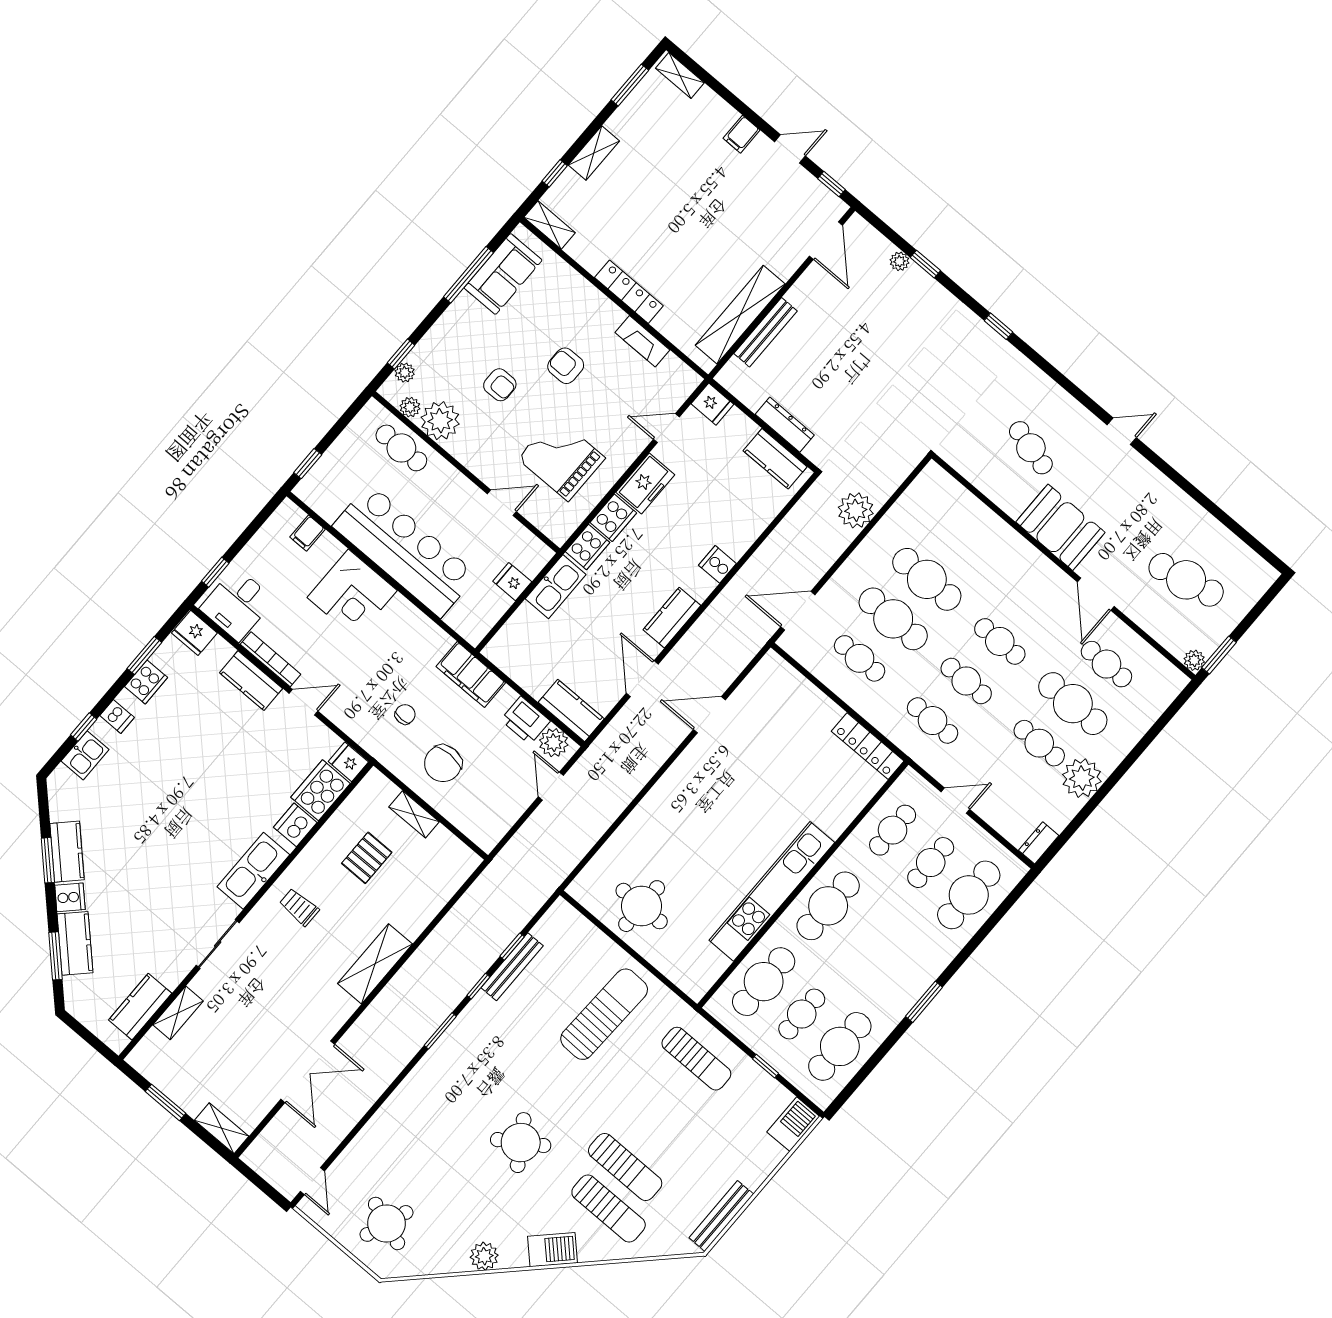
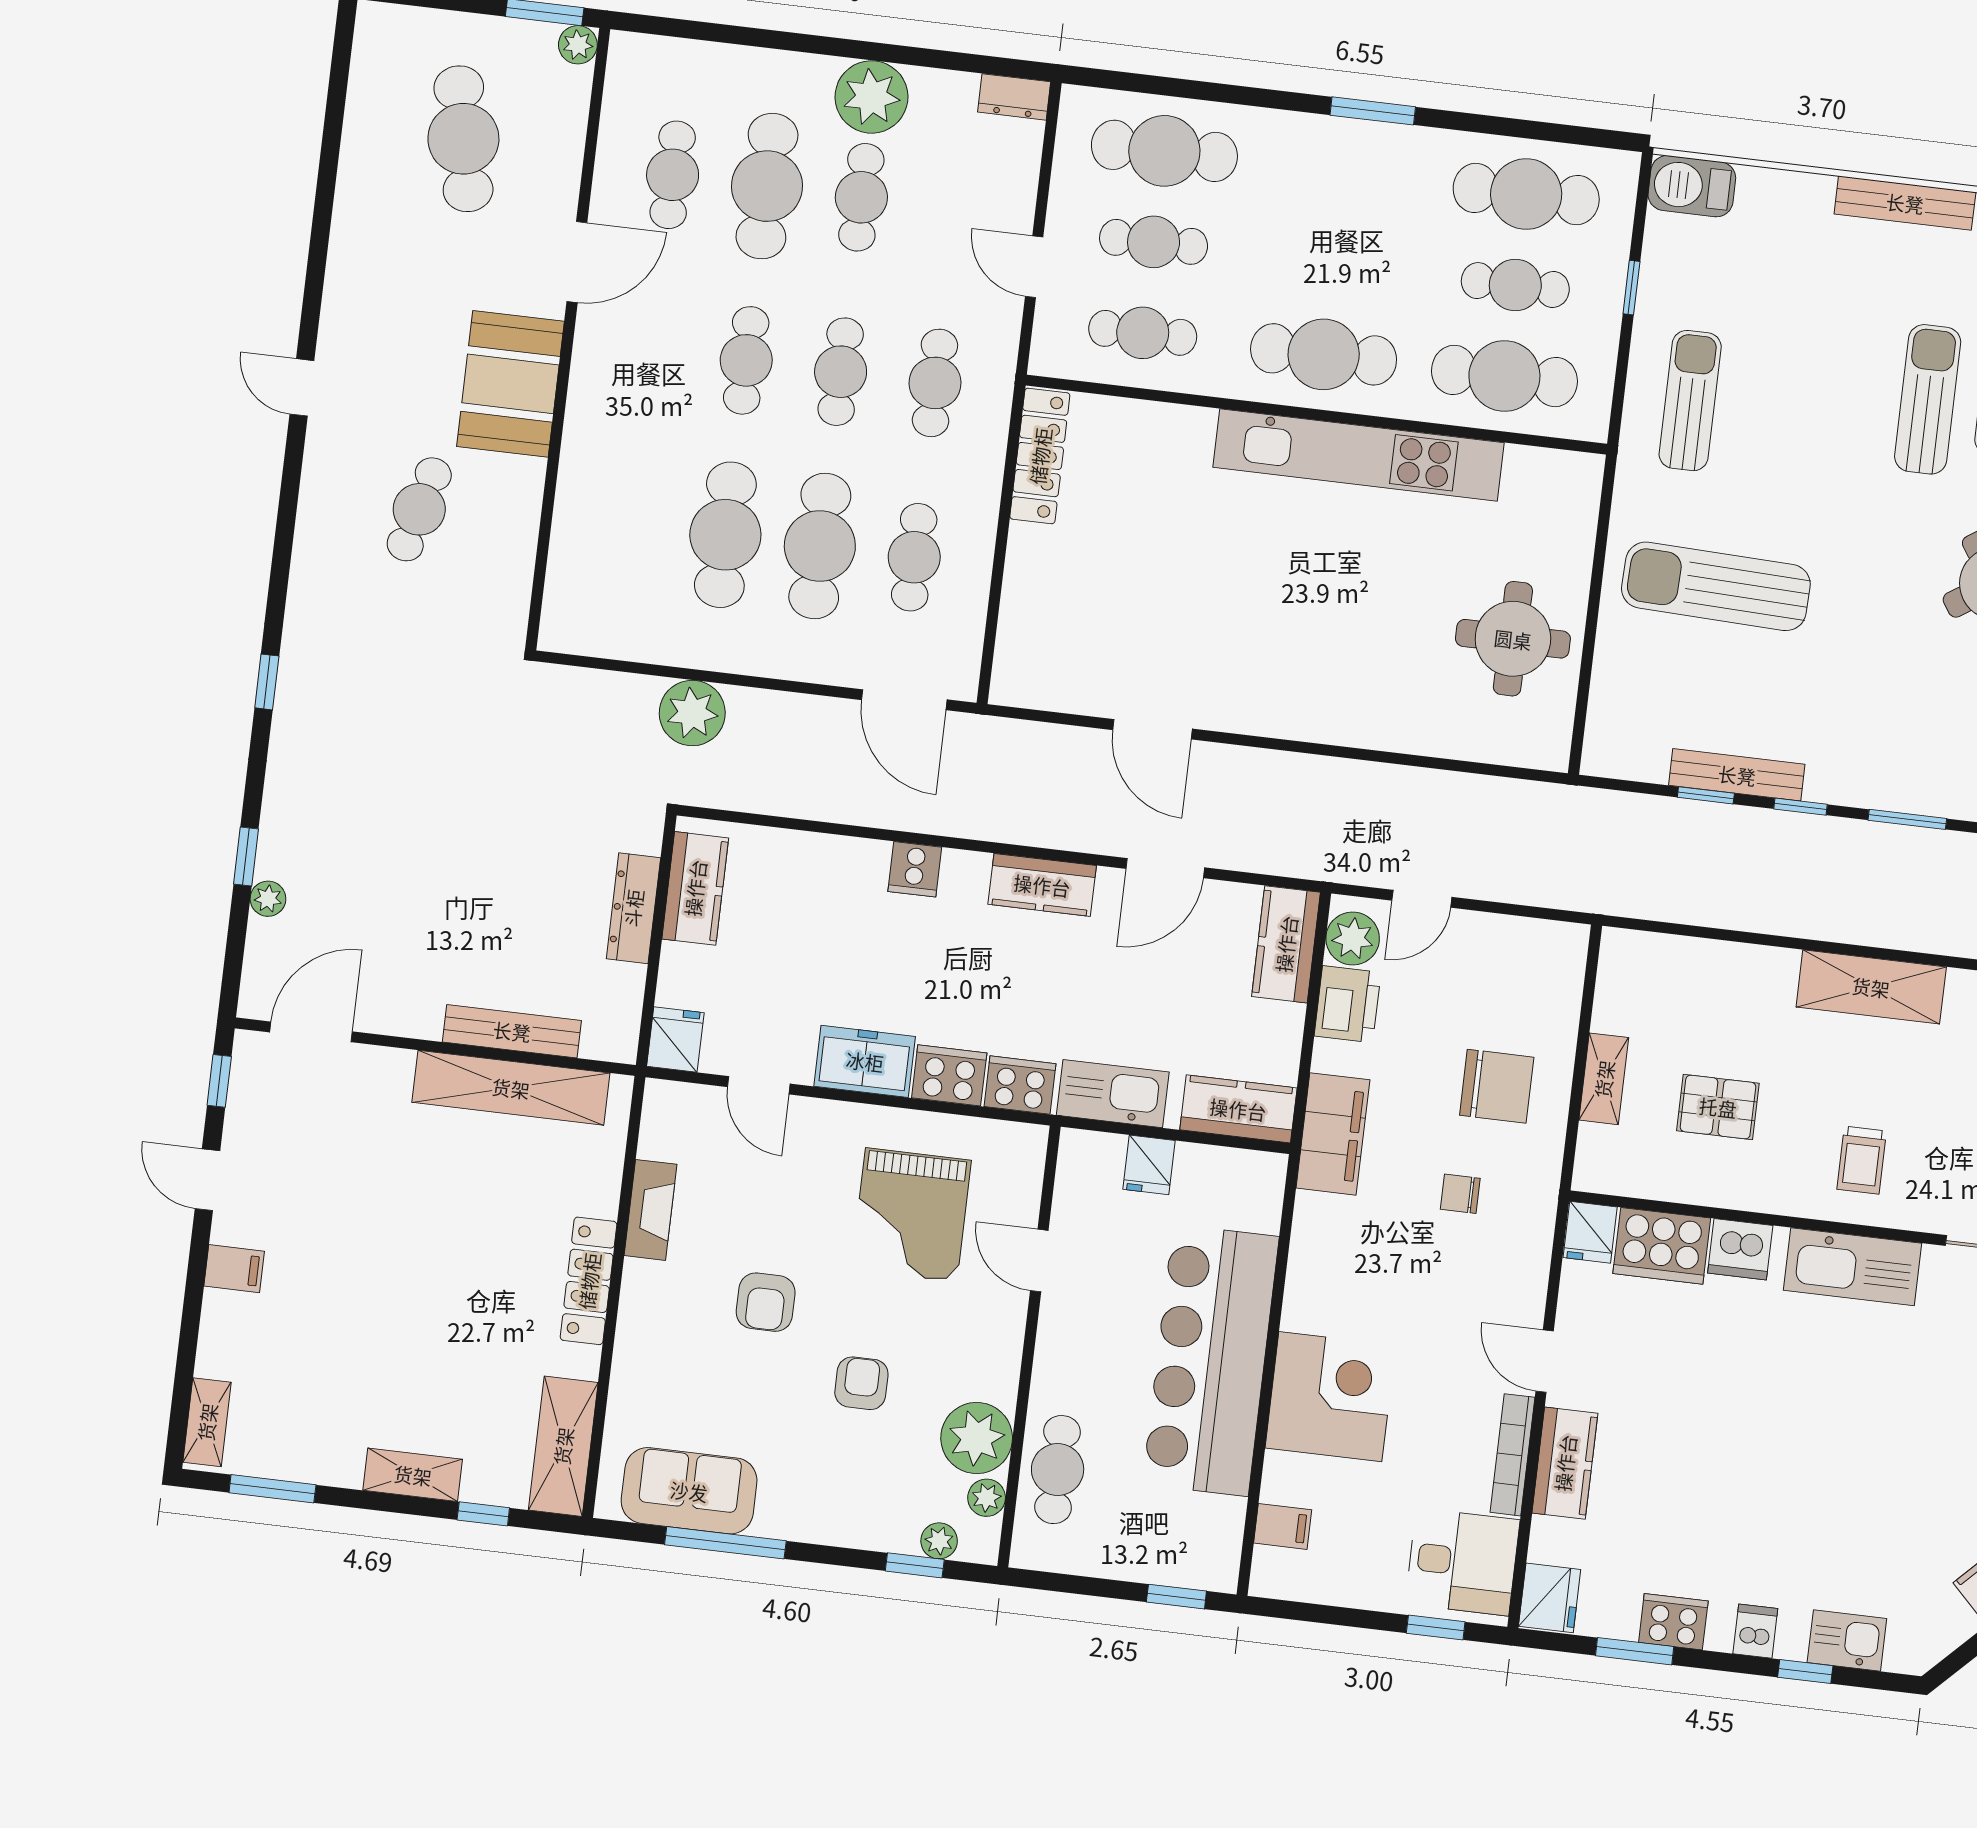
shelving: (550, 225) -> (563, 1446), width x1.50, depth x1.33
kitchen counter: (511, 639) -> (1238, 1109), added

